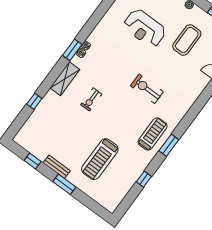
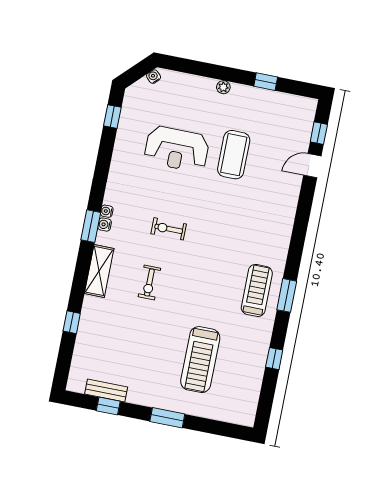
coffee table: (187, 40) -> (234, 155), moved
exercise bike: (147, 89) -> (169, 229), moved, width x0.73, depth x0.72
bench: (57, 167) -> (106, 391), moved

